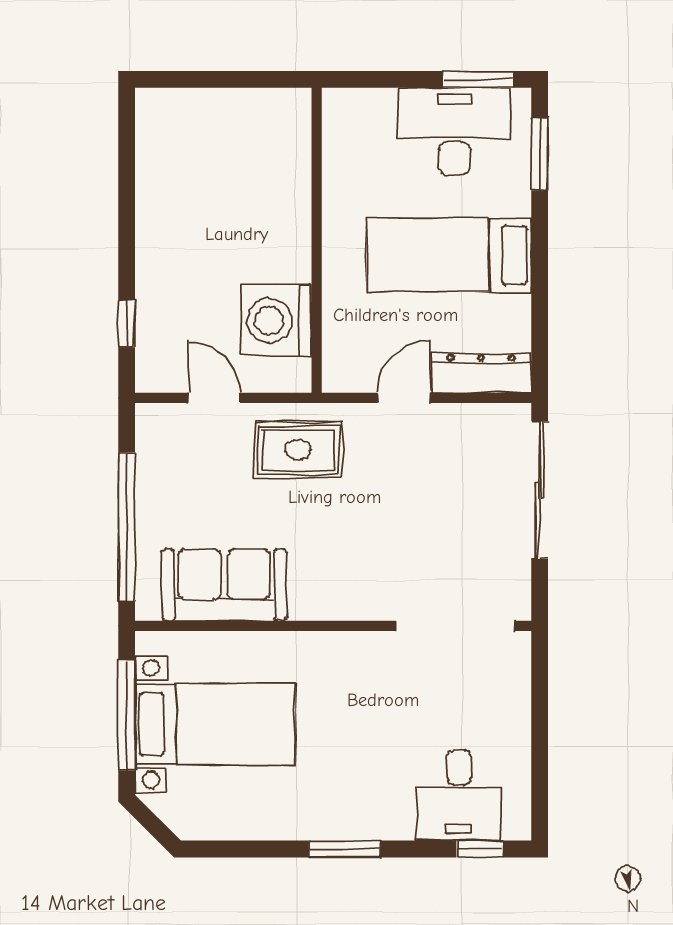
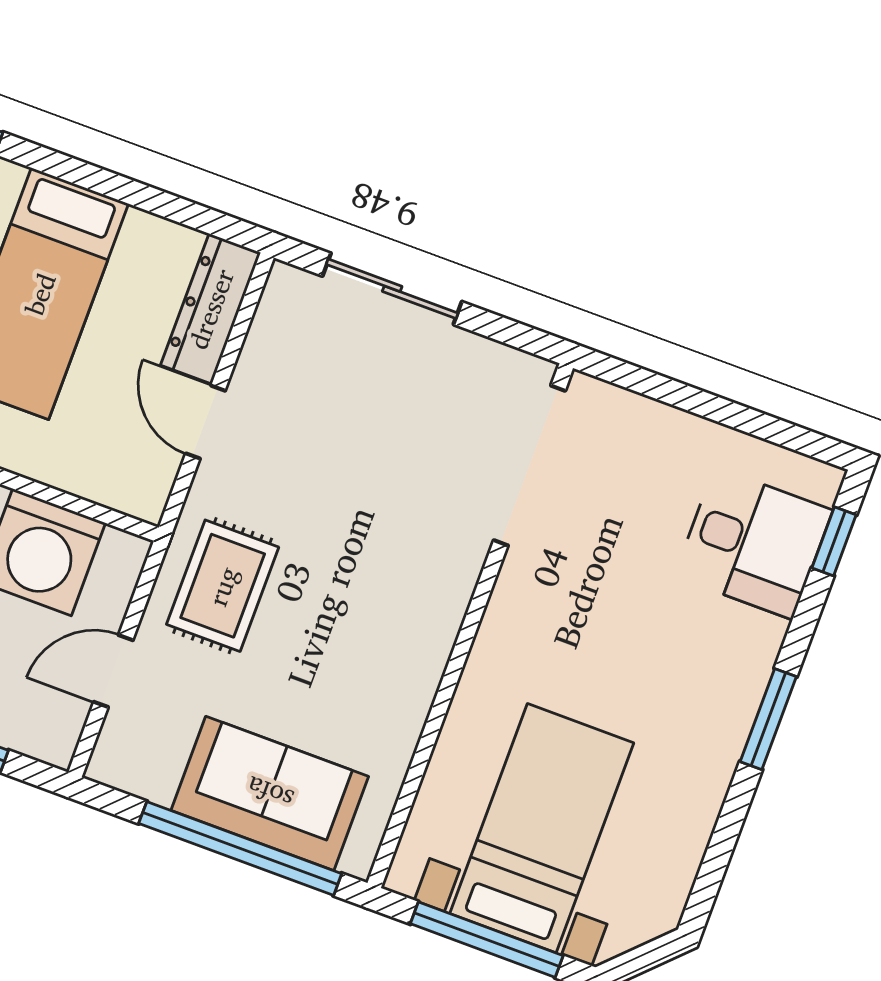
sliding door: (540, 490) -> (392, 289), width x0.73
sofa: (224, 585) -> (270, 793), moved, turned 90

